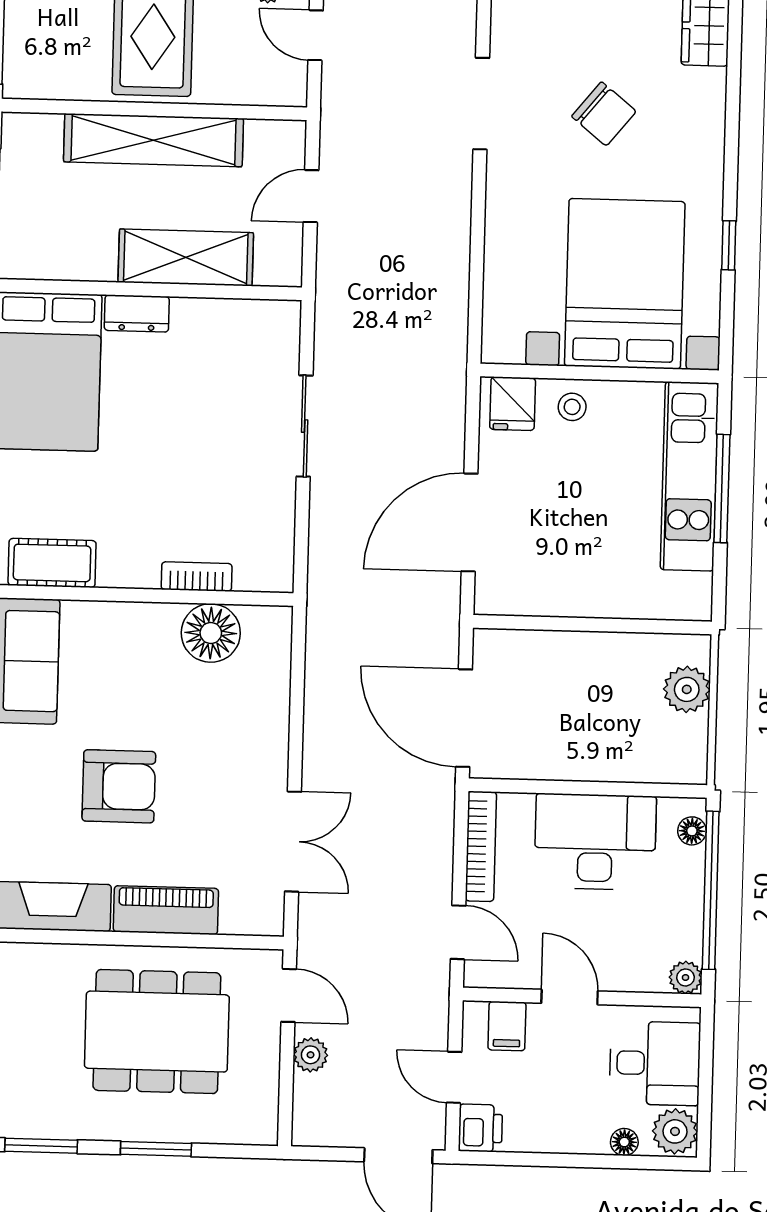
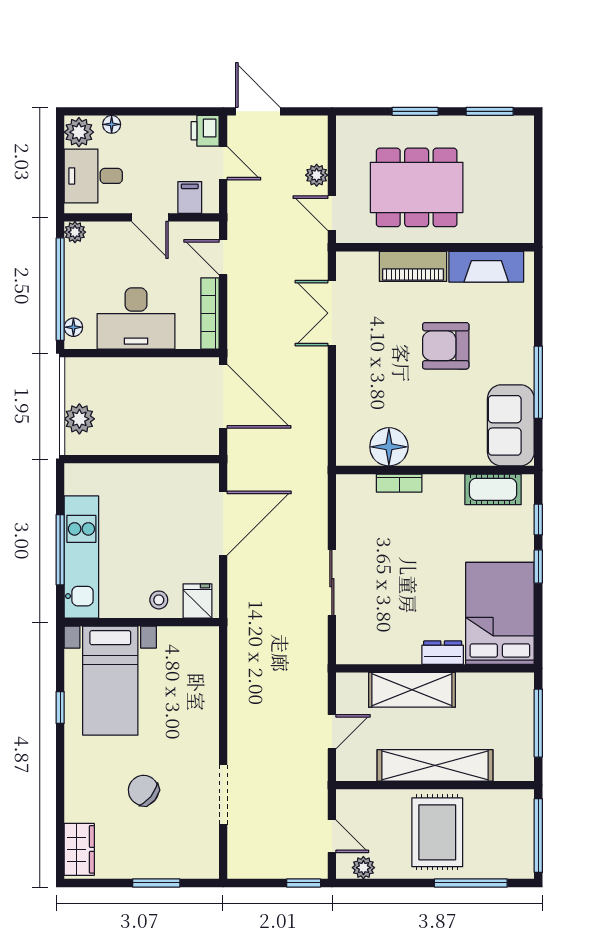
bed with nightstands: (625, 284) -> (110, 681), width x0.73

